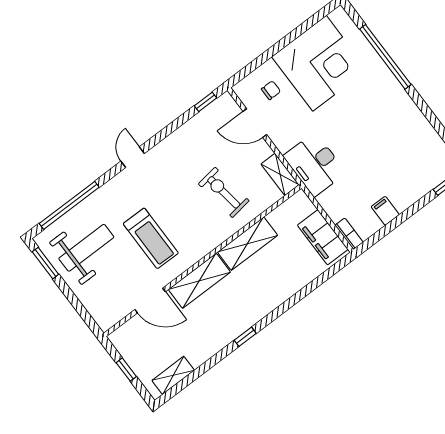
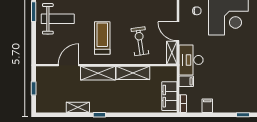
door: (255, 123) -> (178, 31), moved
filing cabinet: (330, 199) -> (186, 81), added
treadmill: (151, 238) -> (102, 38), moved, turned 180
door: (150, 301) -> (68, 65), swing flipped
shelving: (173, 375) -> (78, 107), moved

